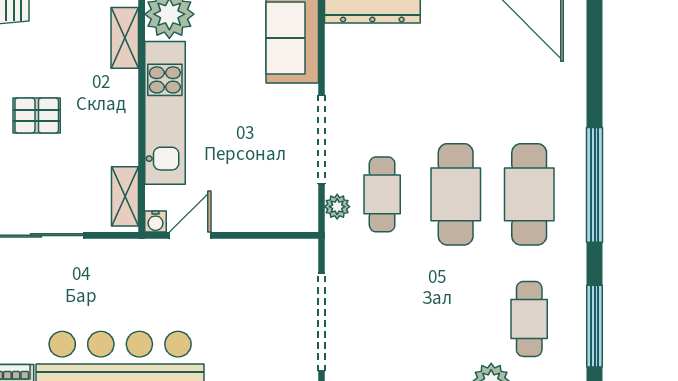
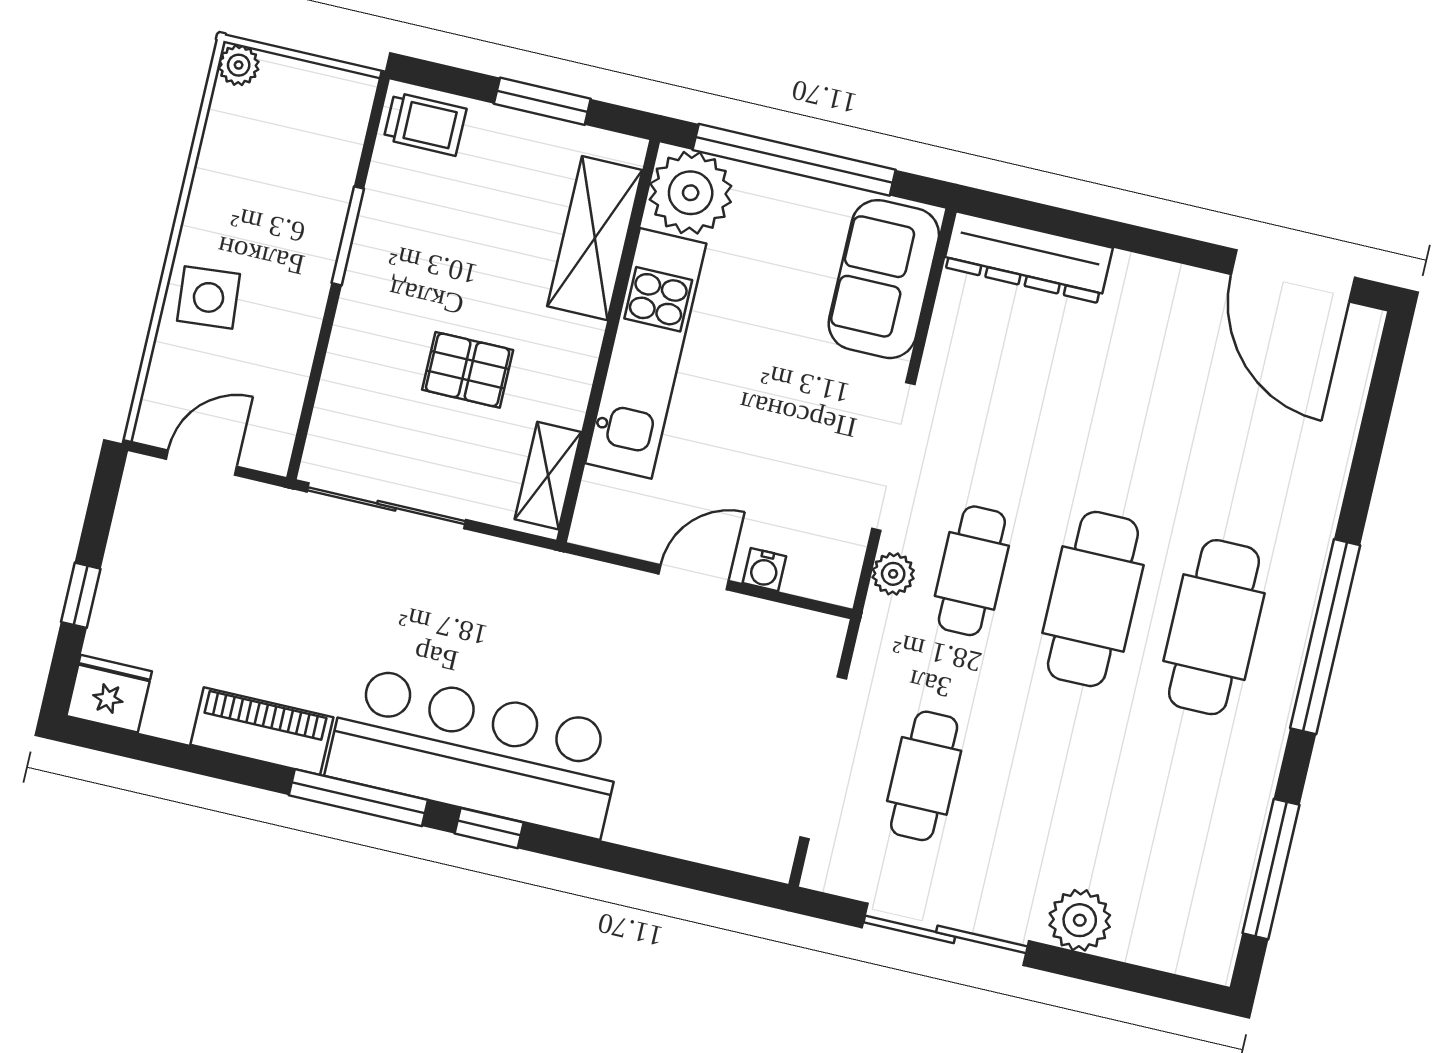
shelving: (125, 38) -> (595, 238), width x1.50, depth x1.33
pallet: (37, 115) -> (468, 370), moved
water cooler: (155, 222) -> (764, 570), moved
door: (190, 235) -> (694, 577), moved
cafe table: (529, 319) -> (924, 776), moved

